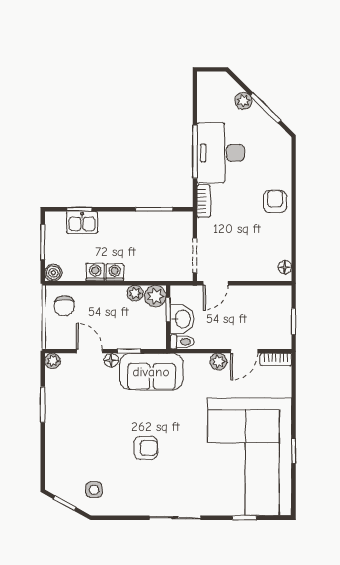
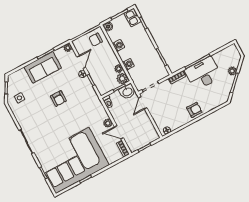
kitchen sink: (82, 222) -> (133, 17), moved
washing machine: (115, 272) -> (128, 64), moved
door: (216, 283) -> (143, 103), hinge flipped
washbasin: (182, 319) -> (127, 92), moved
sofa: (151, 372) -> (43, 67), moved, turned -90
armchair: (146, 448) -> (58, 99), moved

